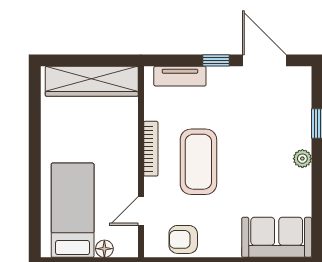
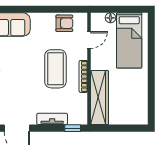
window: (216, 60) -> (73, 128), moved
tv unit: (180, 76) -> (52, 119), moved
wardrobe: (92, 81) -> (100, 98), moved, turned 90

